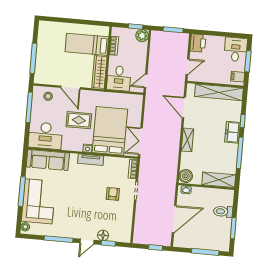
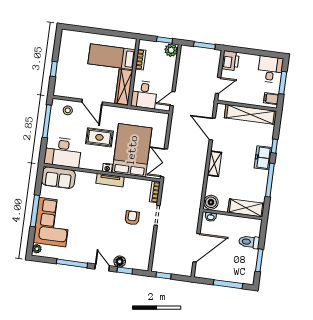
window: (33, 58) -> (54, 69), width x0.46
sofa: (48, 160) -> (58, 178), width x0.73
door: (87, 242) -> (102, 267), swing flipped
window: (156, 248) -> (163, 276), moved

